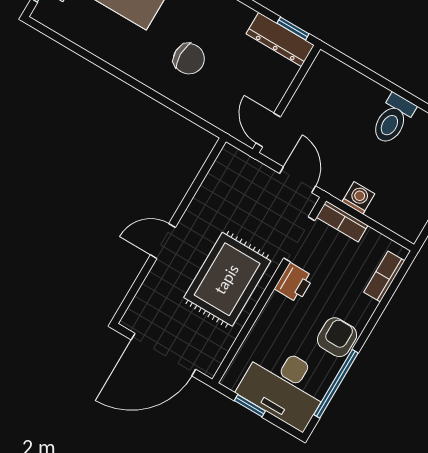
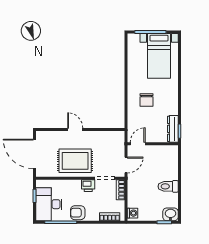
washing machine: (358, 198) -> (132, 213), moved
armchair: (337, 337) -> (78, 213), turned 180

